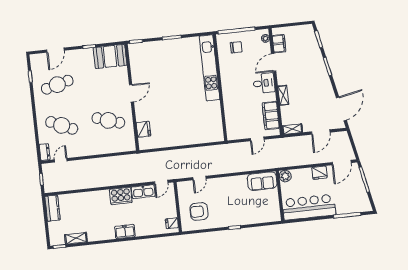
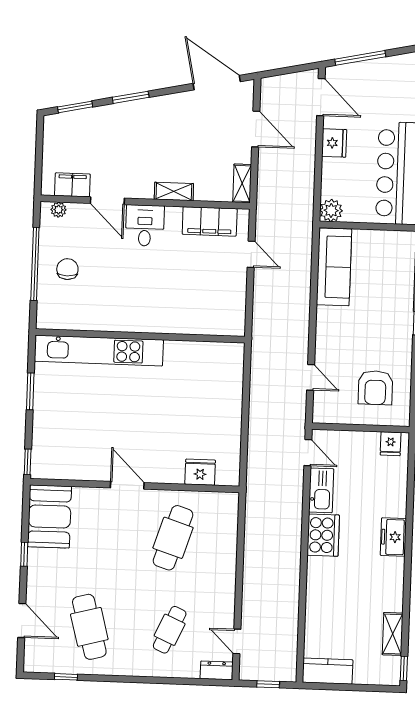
kitchen unit: (210, 68) -> (99, 351), moved
wall: (220, 88) -> (140, 336), moved
cafe table: (62, 125) -> (170, 630), width x0.73, depth x0.74
sofa: (262, 181) -> (334, 267), width x1.36

